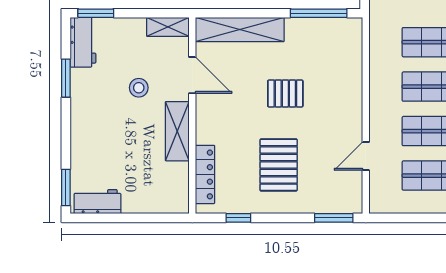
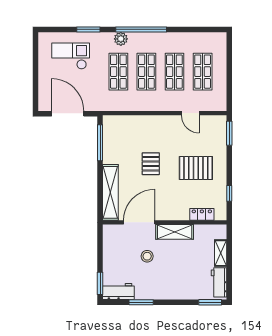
shelving: (168, 27) -> (221, 253), moved
door: (192, 75) -> (139, 222), width x1.36
locker: (205, 174) -> (202, 214), width x0.66

